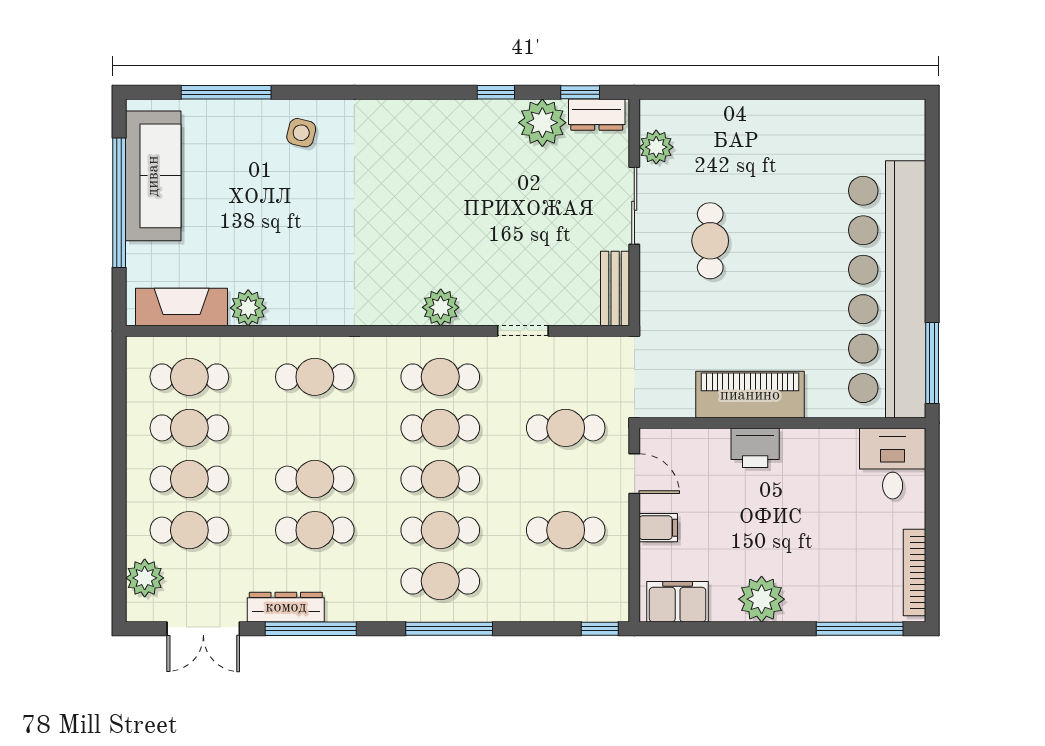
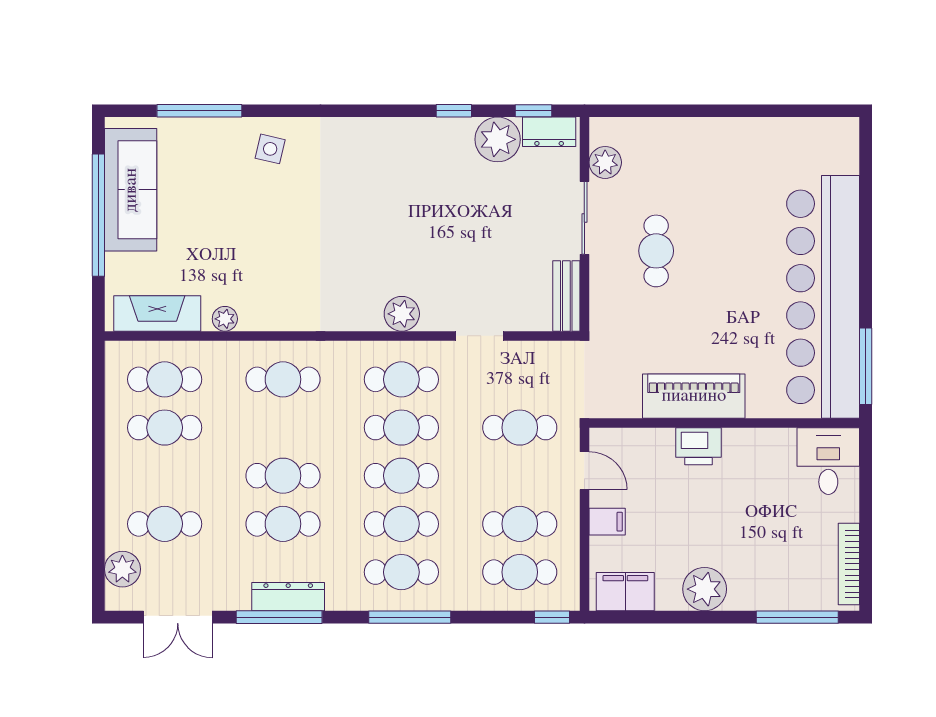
plant: (248, 308) -> (225, 319), width x0.73, depth x0.73
cafe table: (189, 479) -> (520, 572), moved
dresser: (286, 607) -> (288, 597), moved

